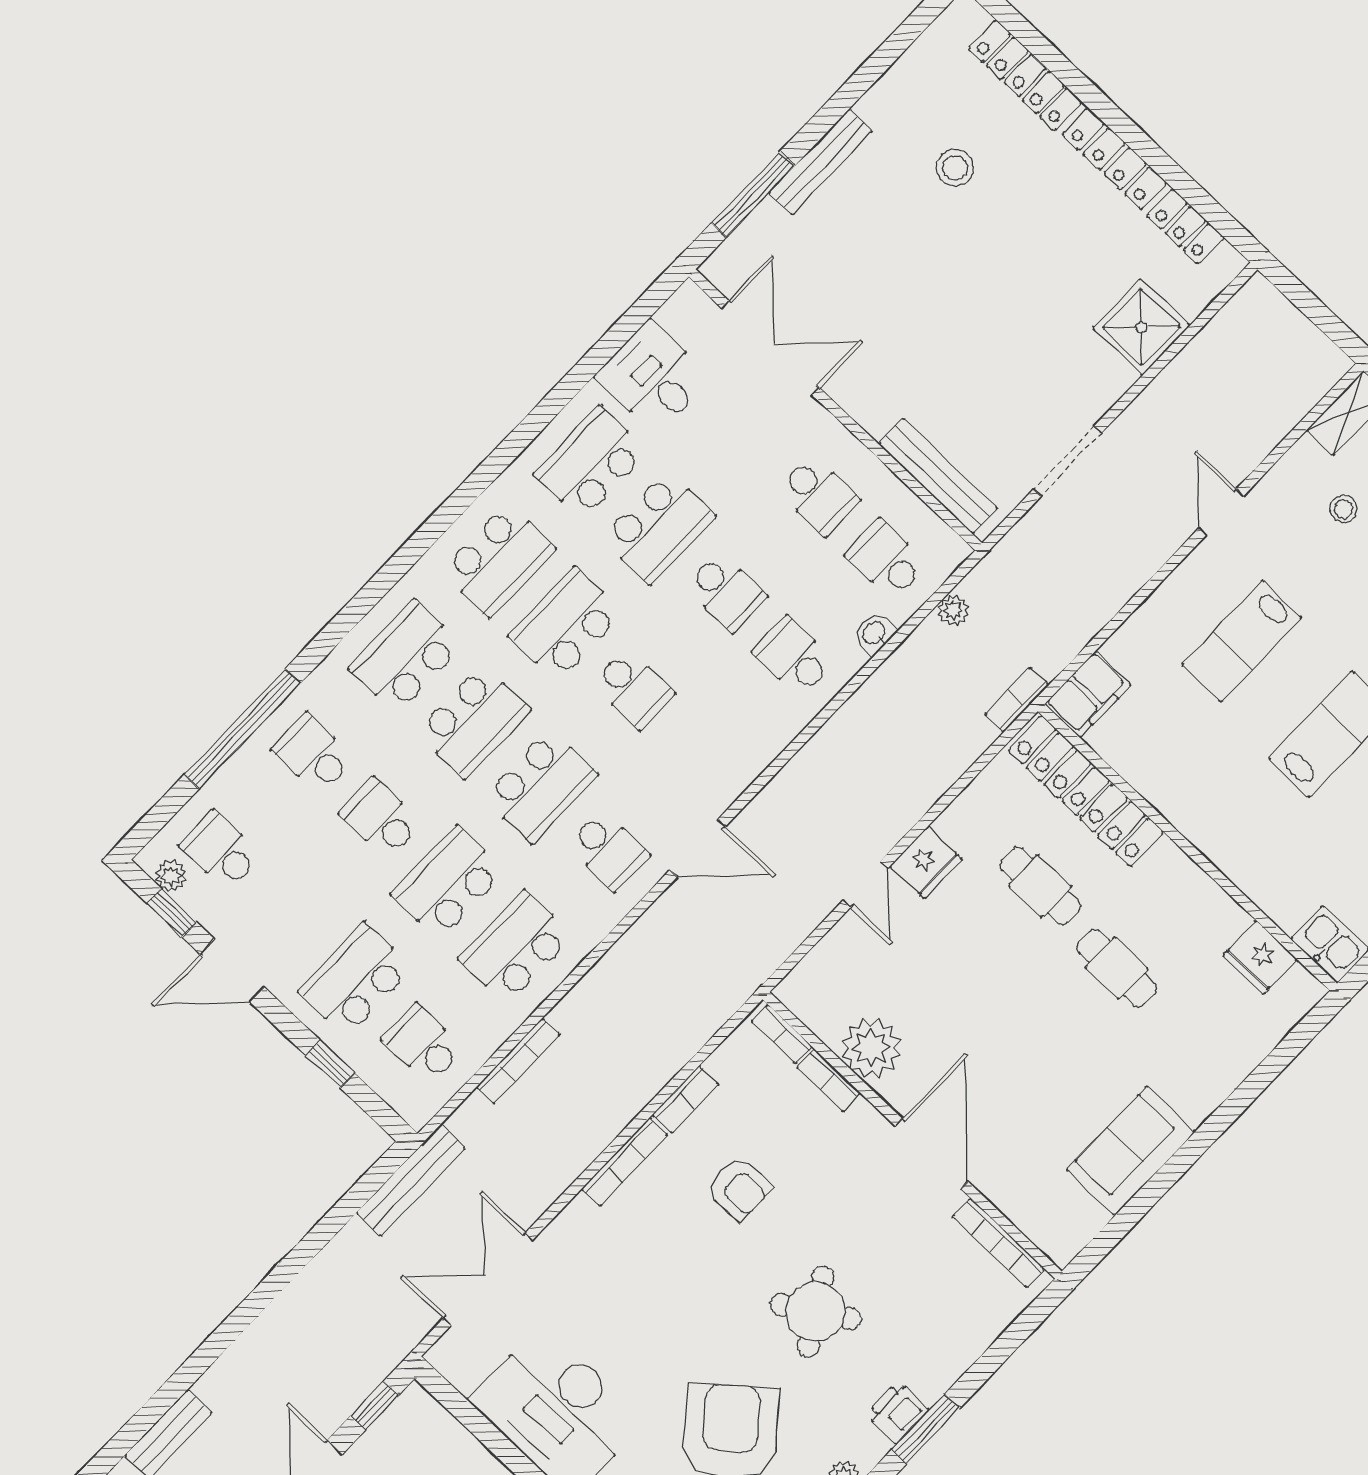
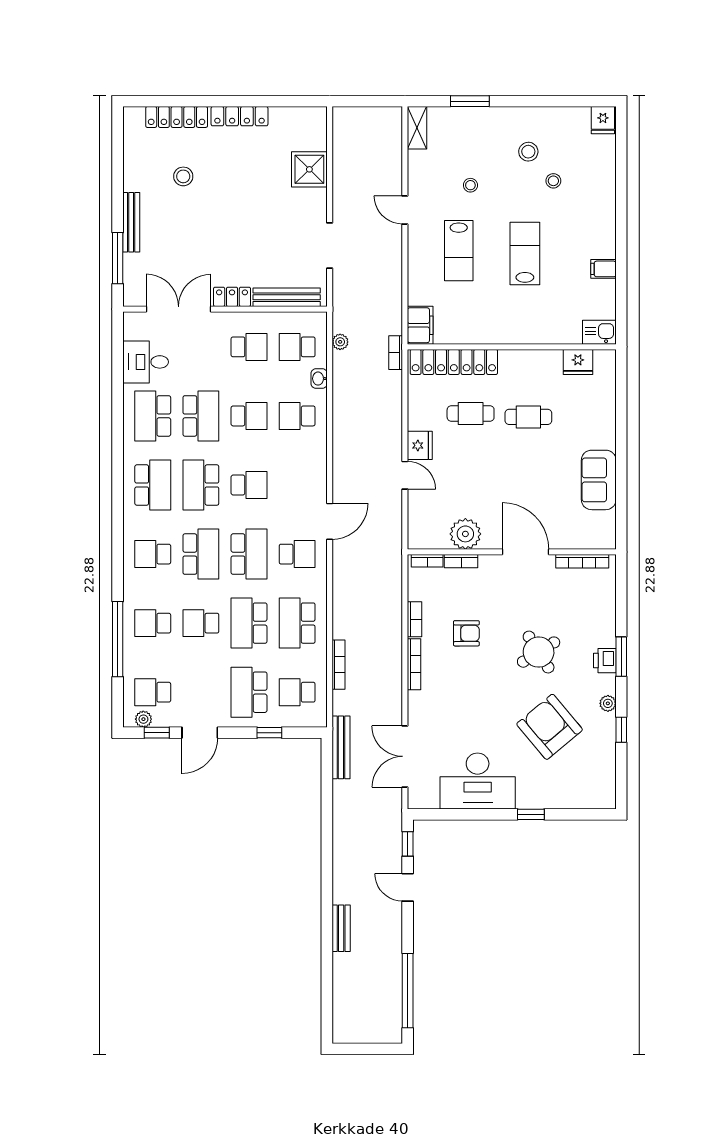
locker: (1185, 226) -> (232, 297), moved, turned 180
stool: (1344, 509) -> (470, 185), moved
school desk: (406, 657) -> (153, 554), width x0.54

